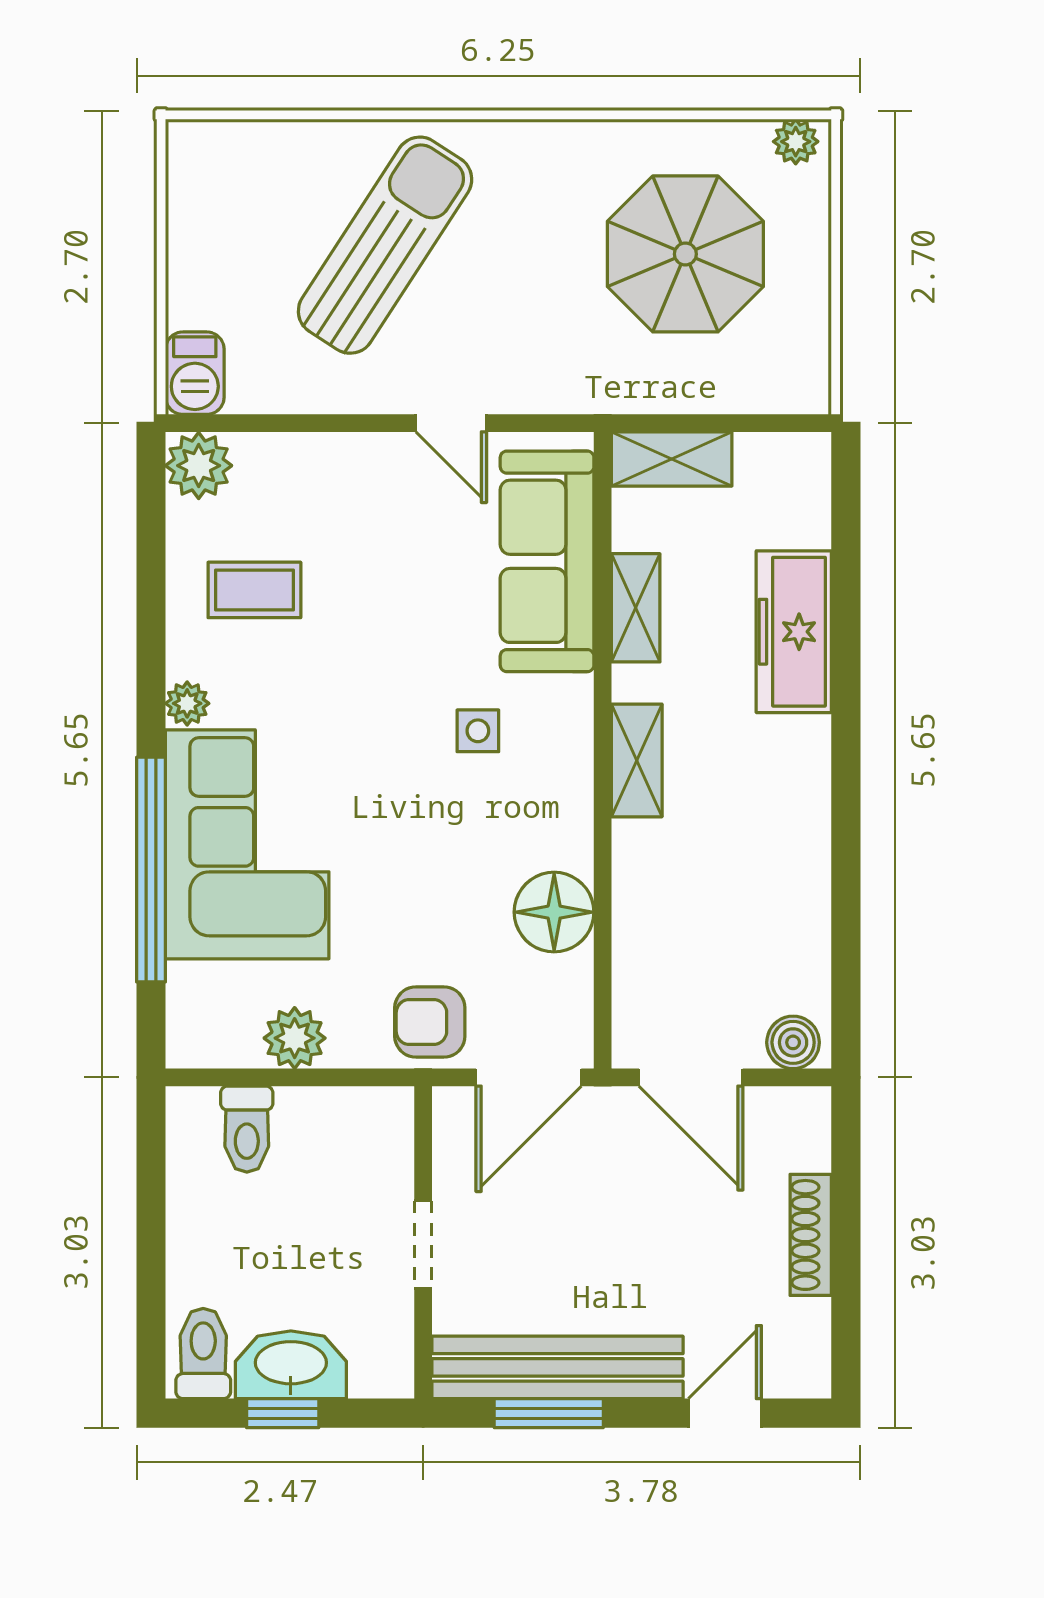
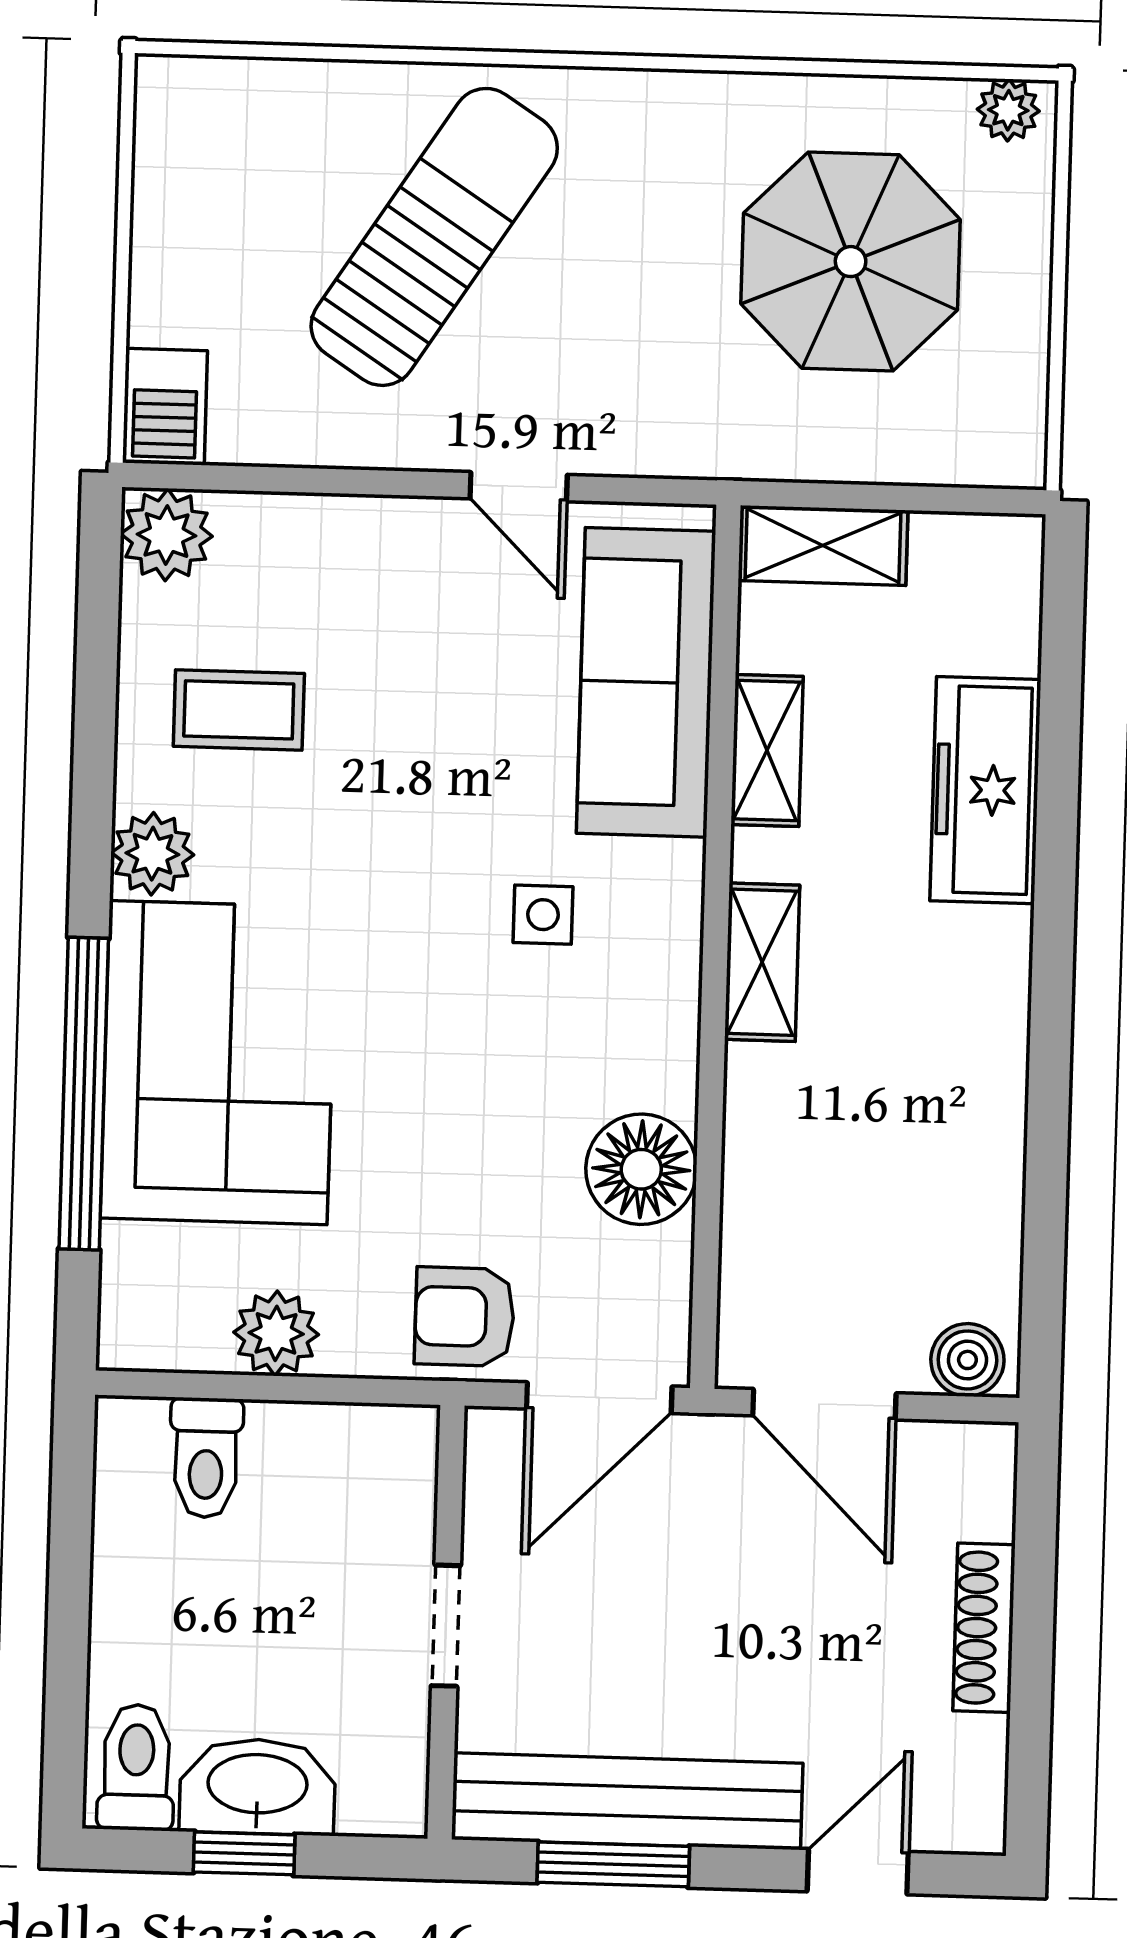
plant: (187, 703) -> (152, 854), width x1.38, depth x1.38

